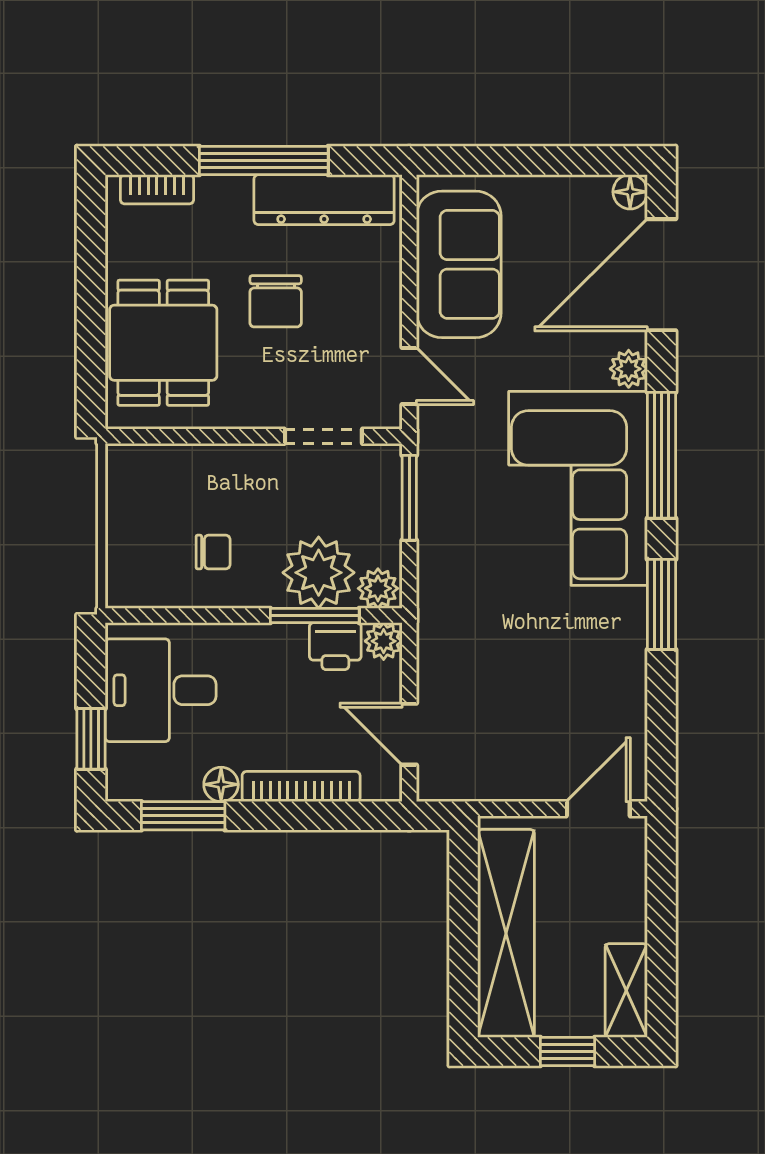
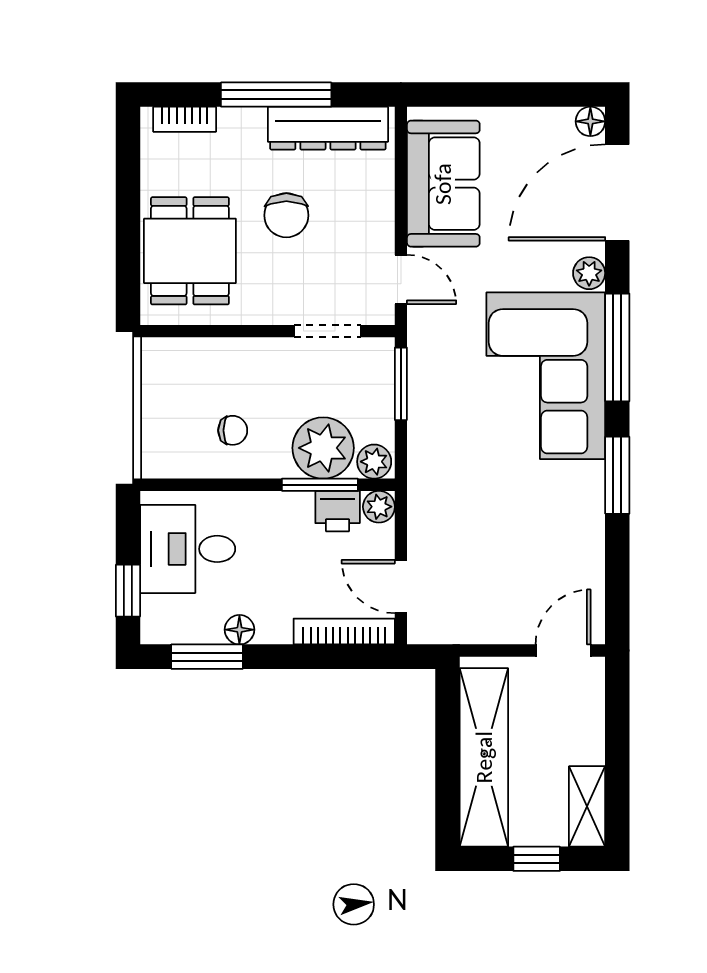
bookcase: (301, 787) -> (344, 632), moved

